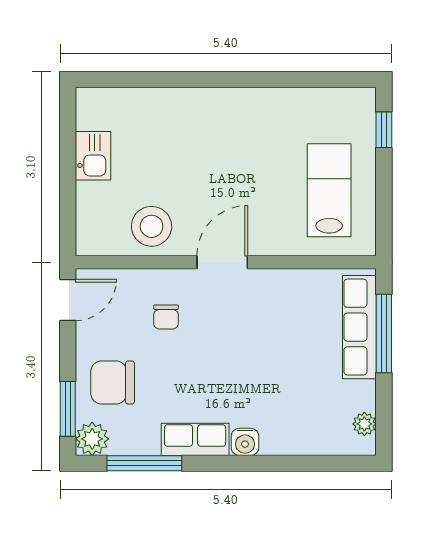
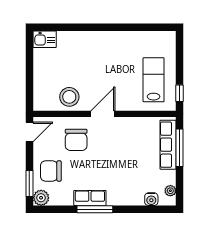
window: (384, 130) -> (180, 93), moved
kitchen sink: (93, 156) -> (45, 39), moved, turned 90
chair: (166, 317) -> (76, 140), width x1.87, depth x1.87
water cooler: (245, 442) -> (151, 199), moved
window: (144, 463) -> (95, 209), moved

